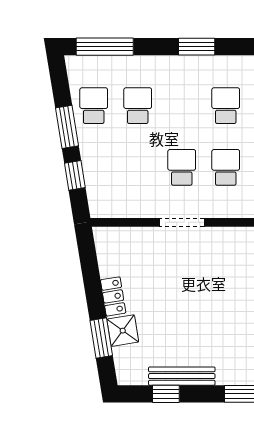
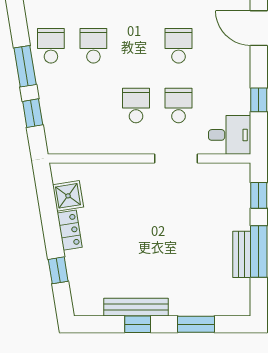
doorway: (182, 222) -> (176, 158), moved
shower: (123, 331) -> (68, 196), moved
window: (101, 338) -> (58, 270), width x0.67
window: (166, 394) -> (138, 324), moved

